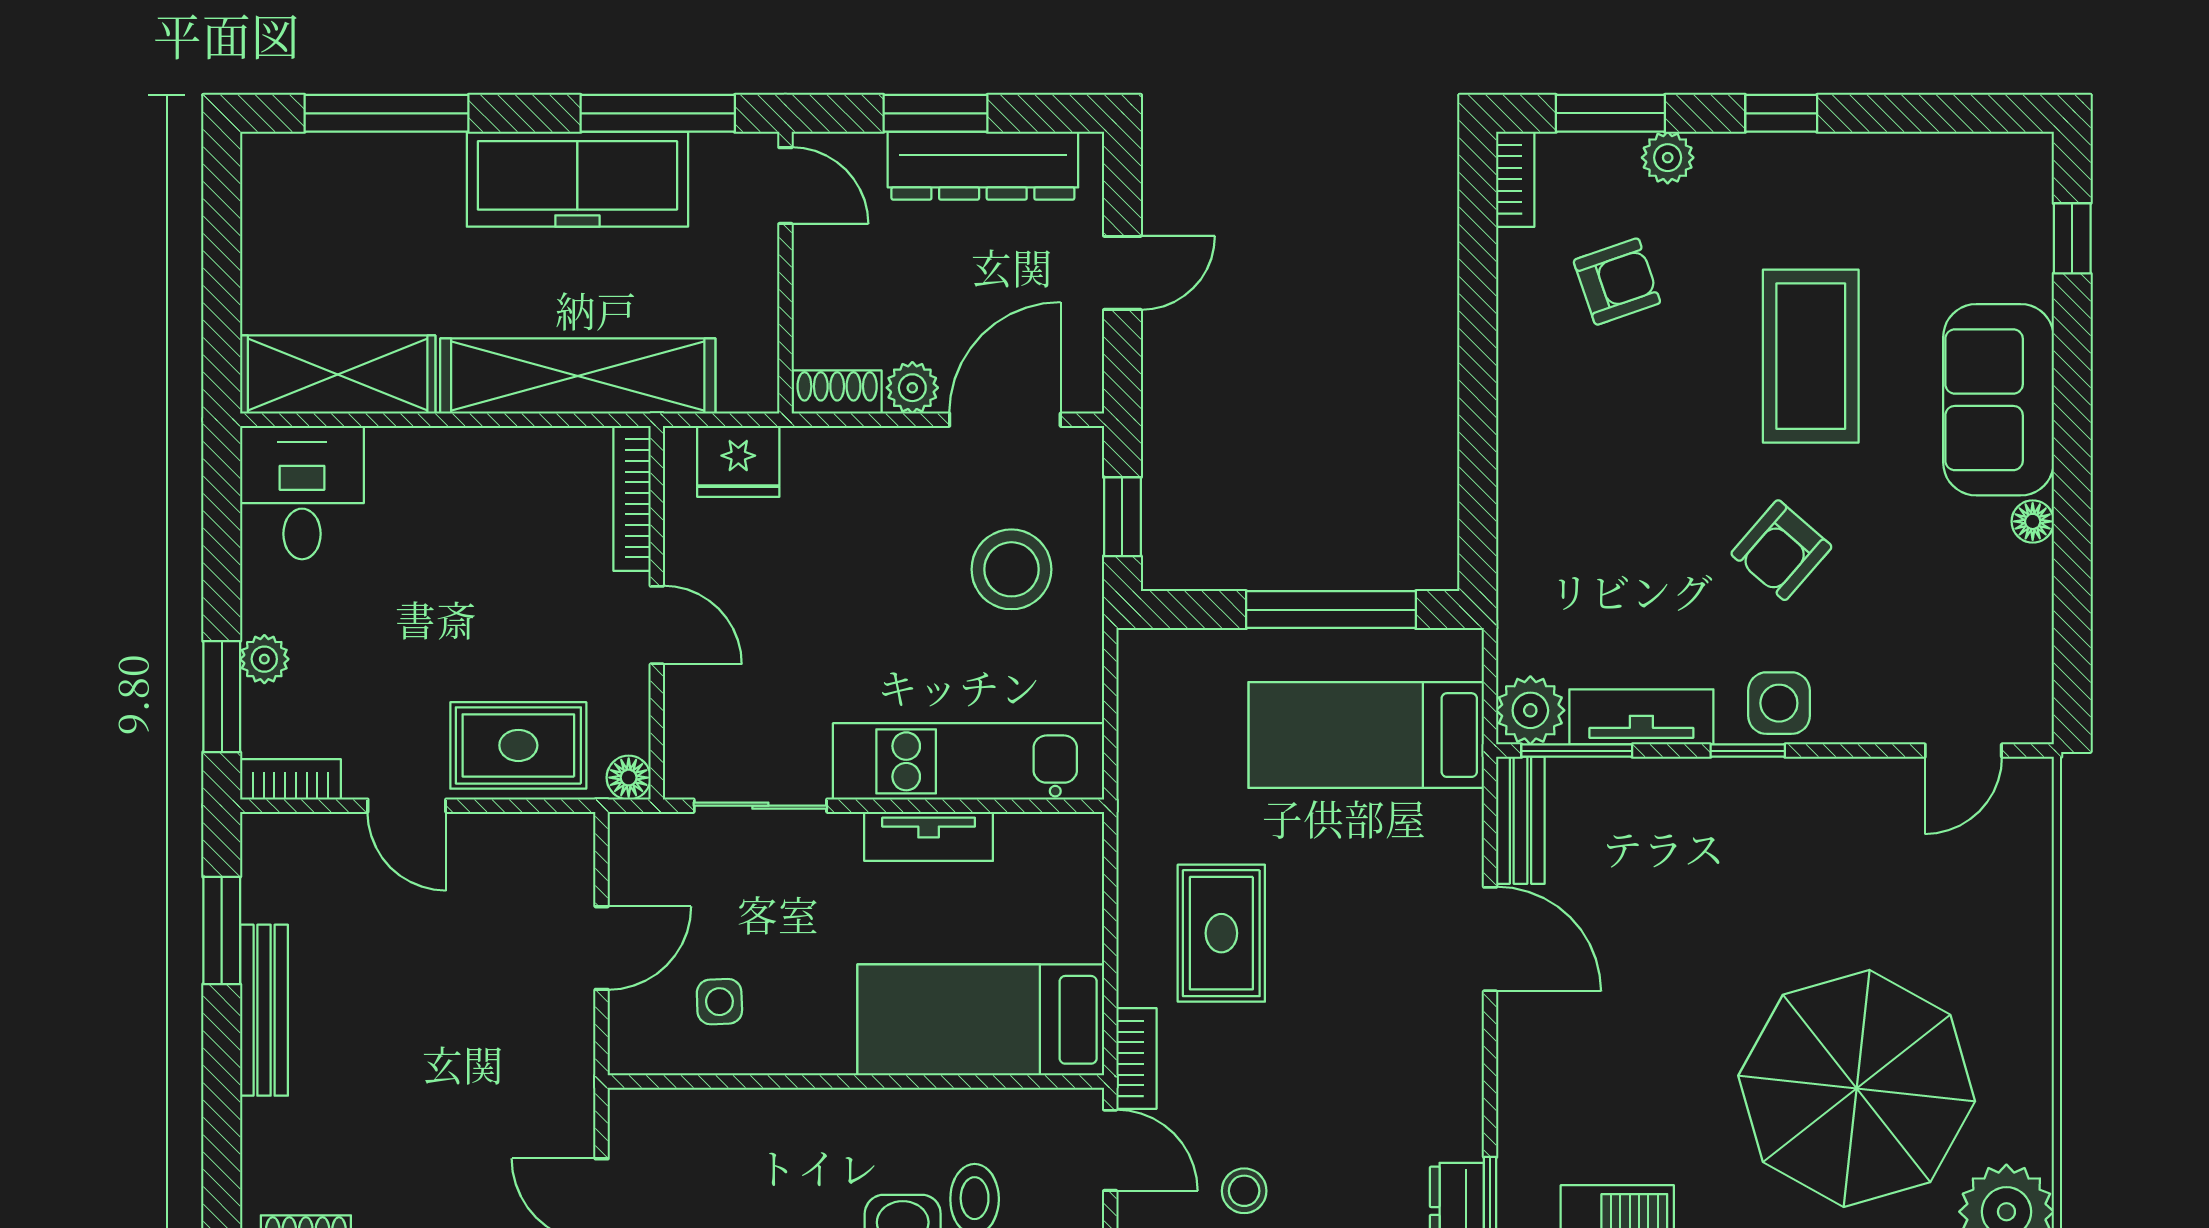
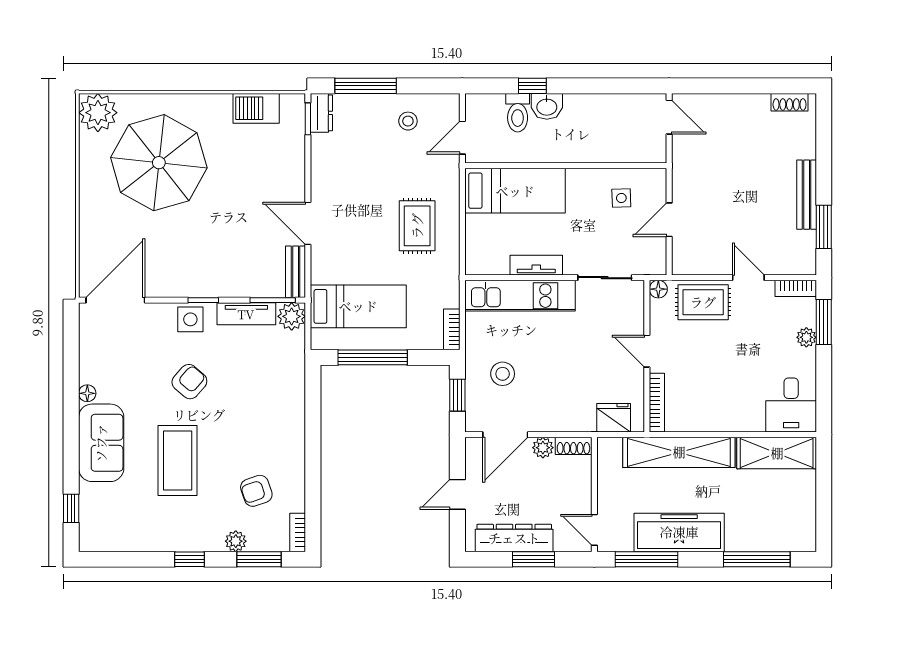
stool: (1011, 569) -> (503, 374), width x0.73, depth x0.73
door: (1963, 751) -> (115, 300), width x1.87
bookcase: (1136, 1058) -> (452, 329), moved
door: (1110, 1150) -> (462, 138), hinge flipped

